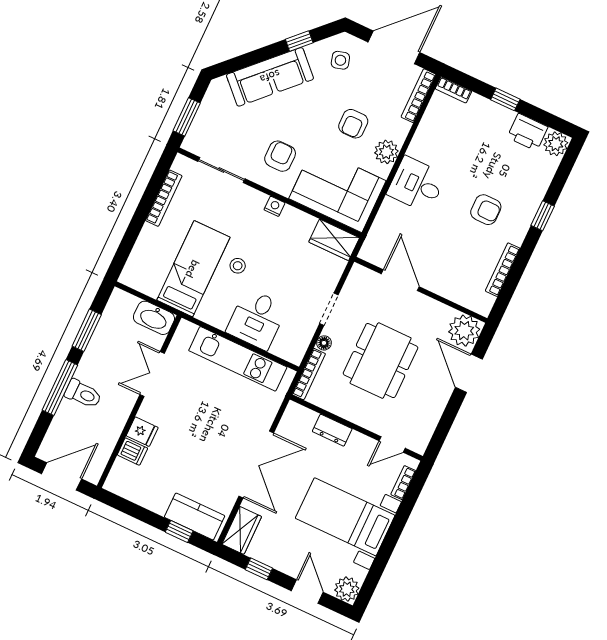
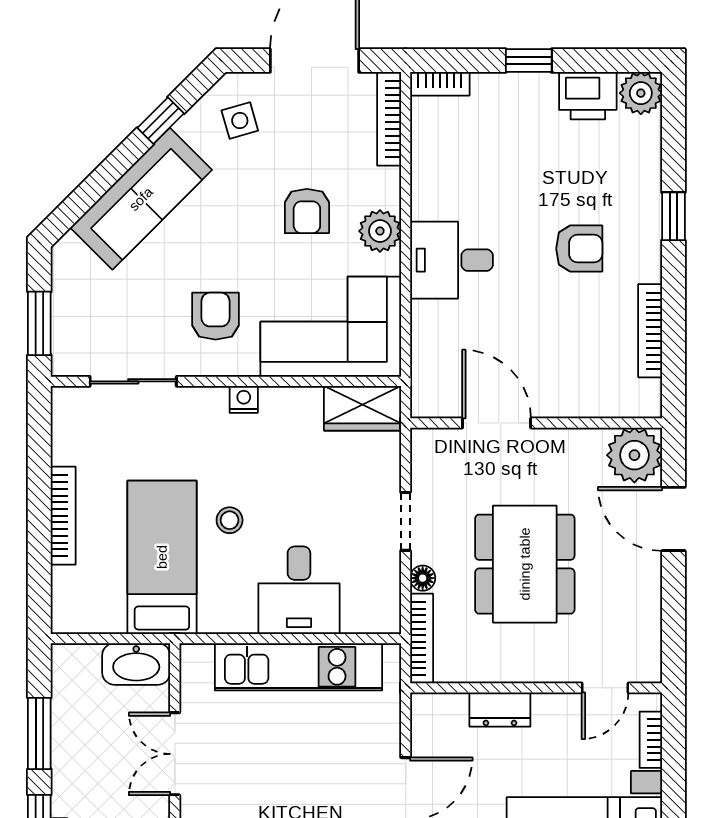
bookcase: (164, 198) -> (63, 516), moved

